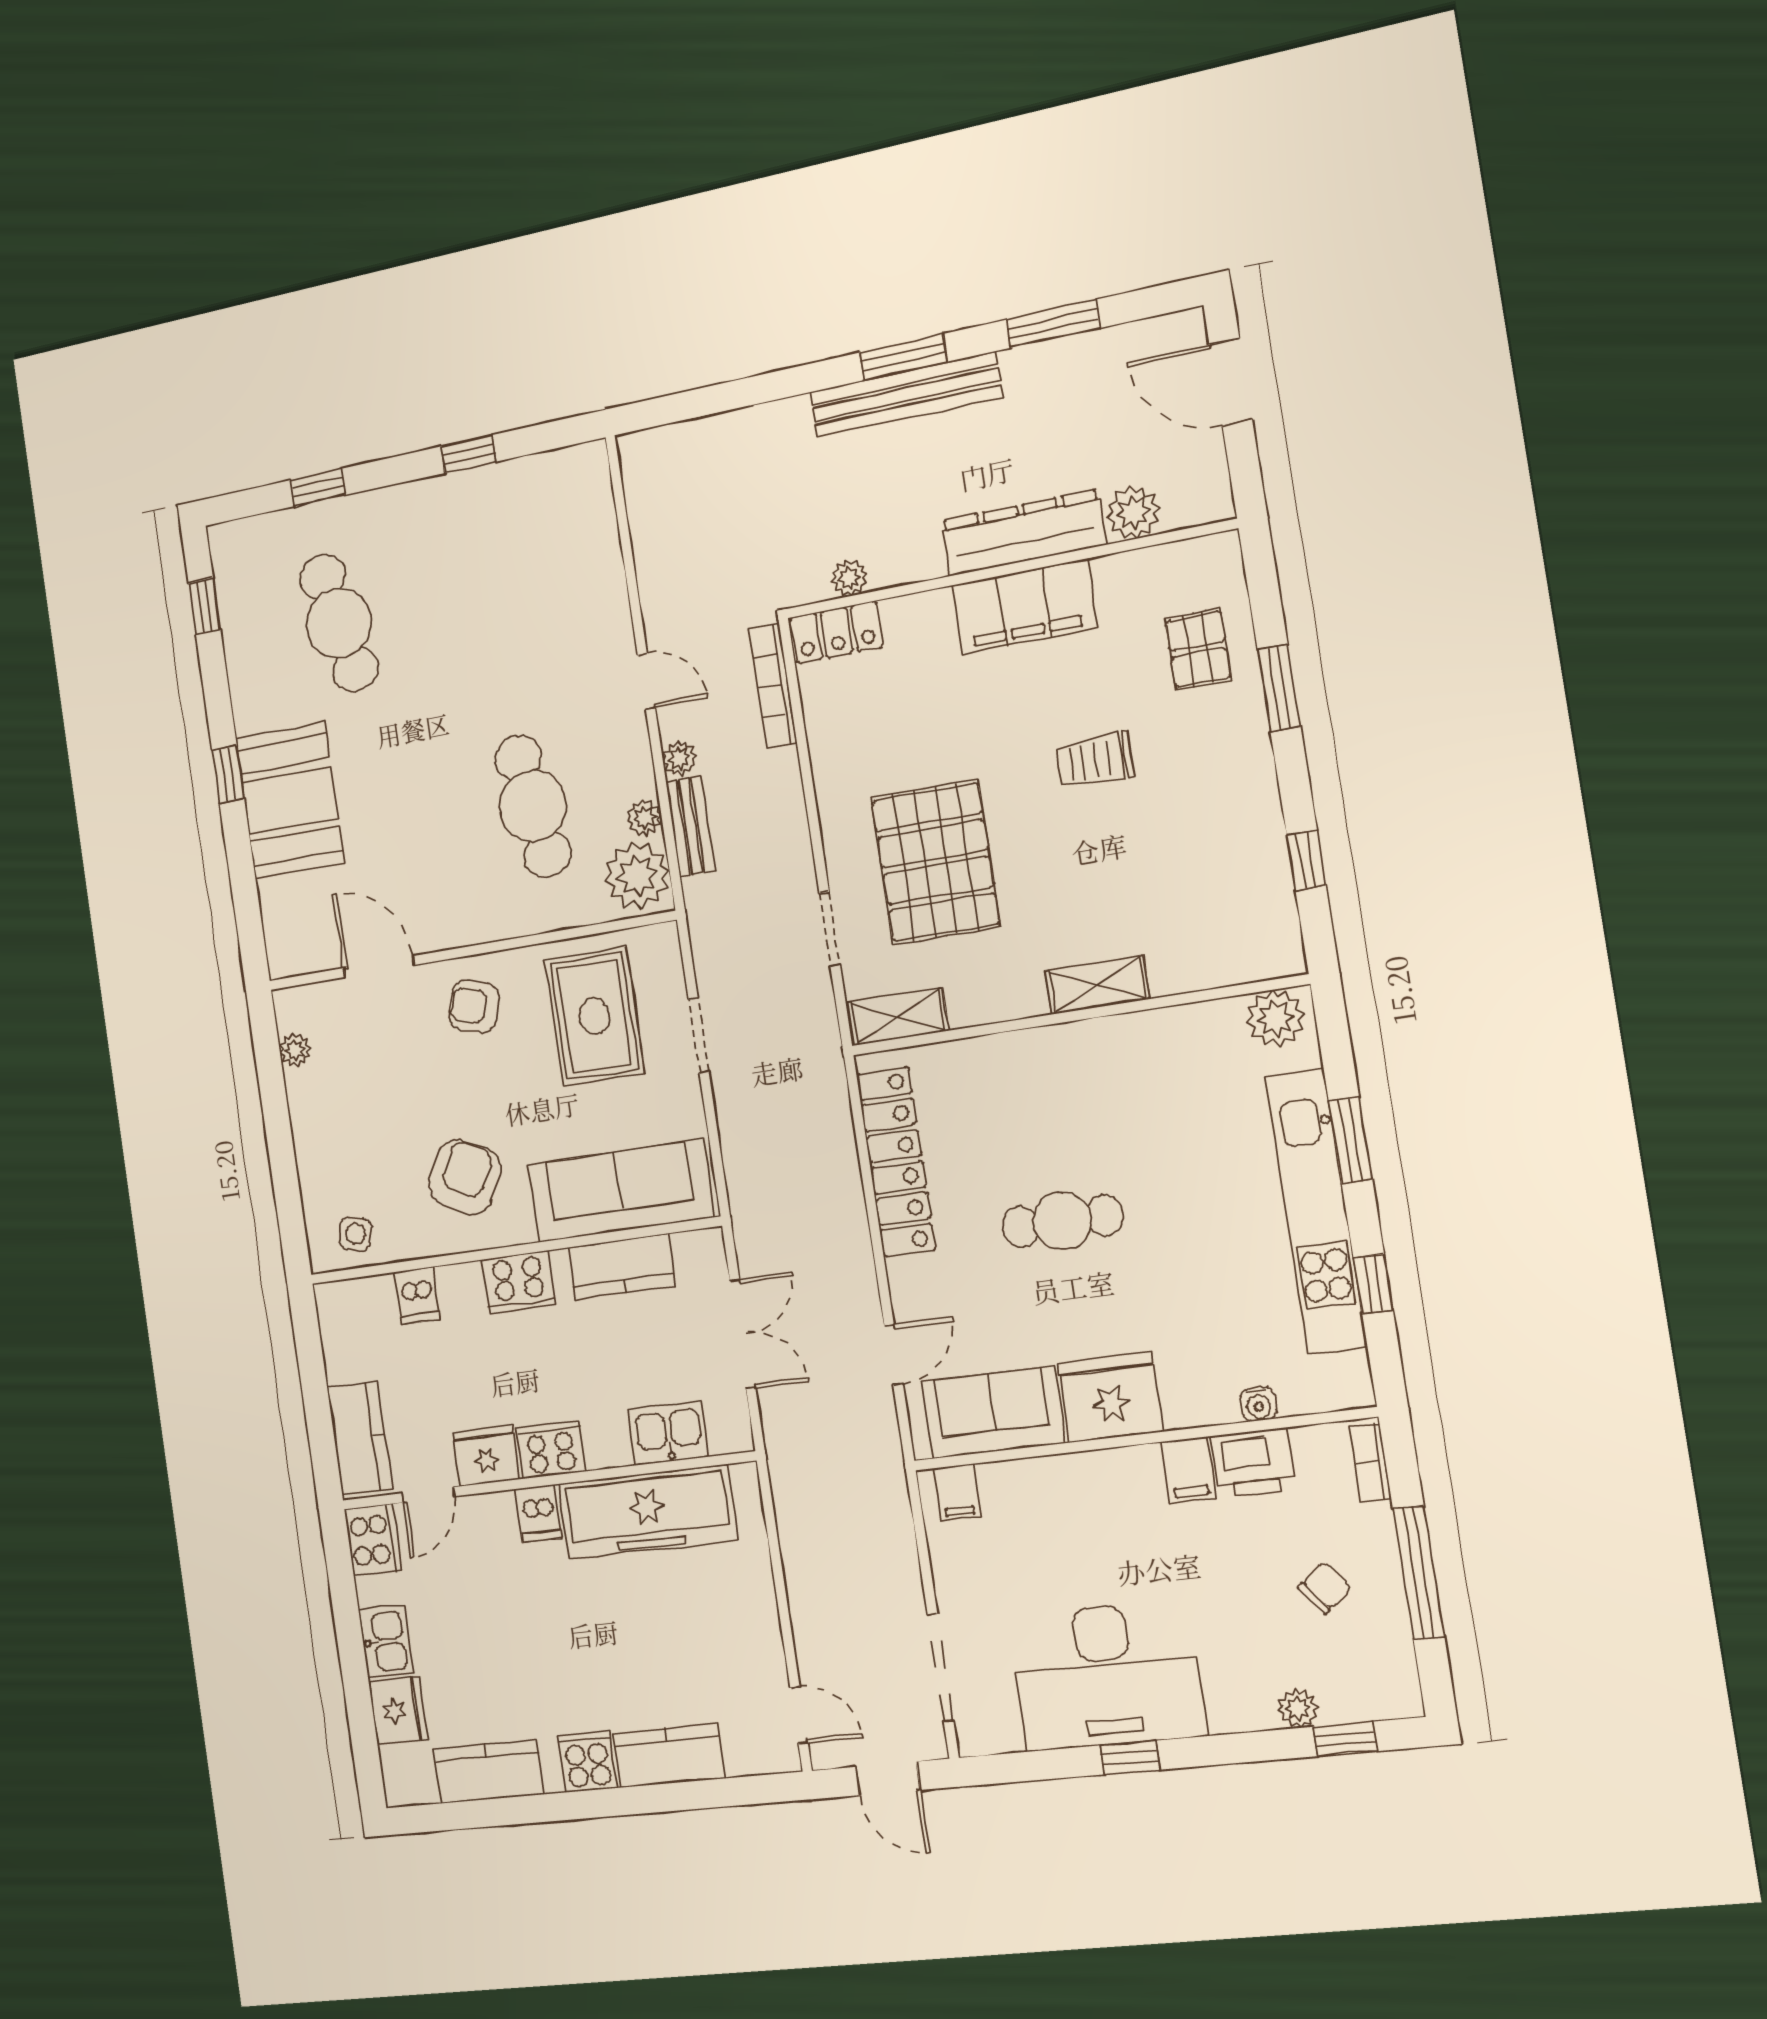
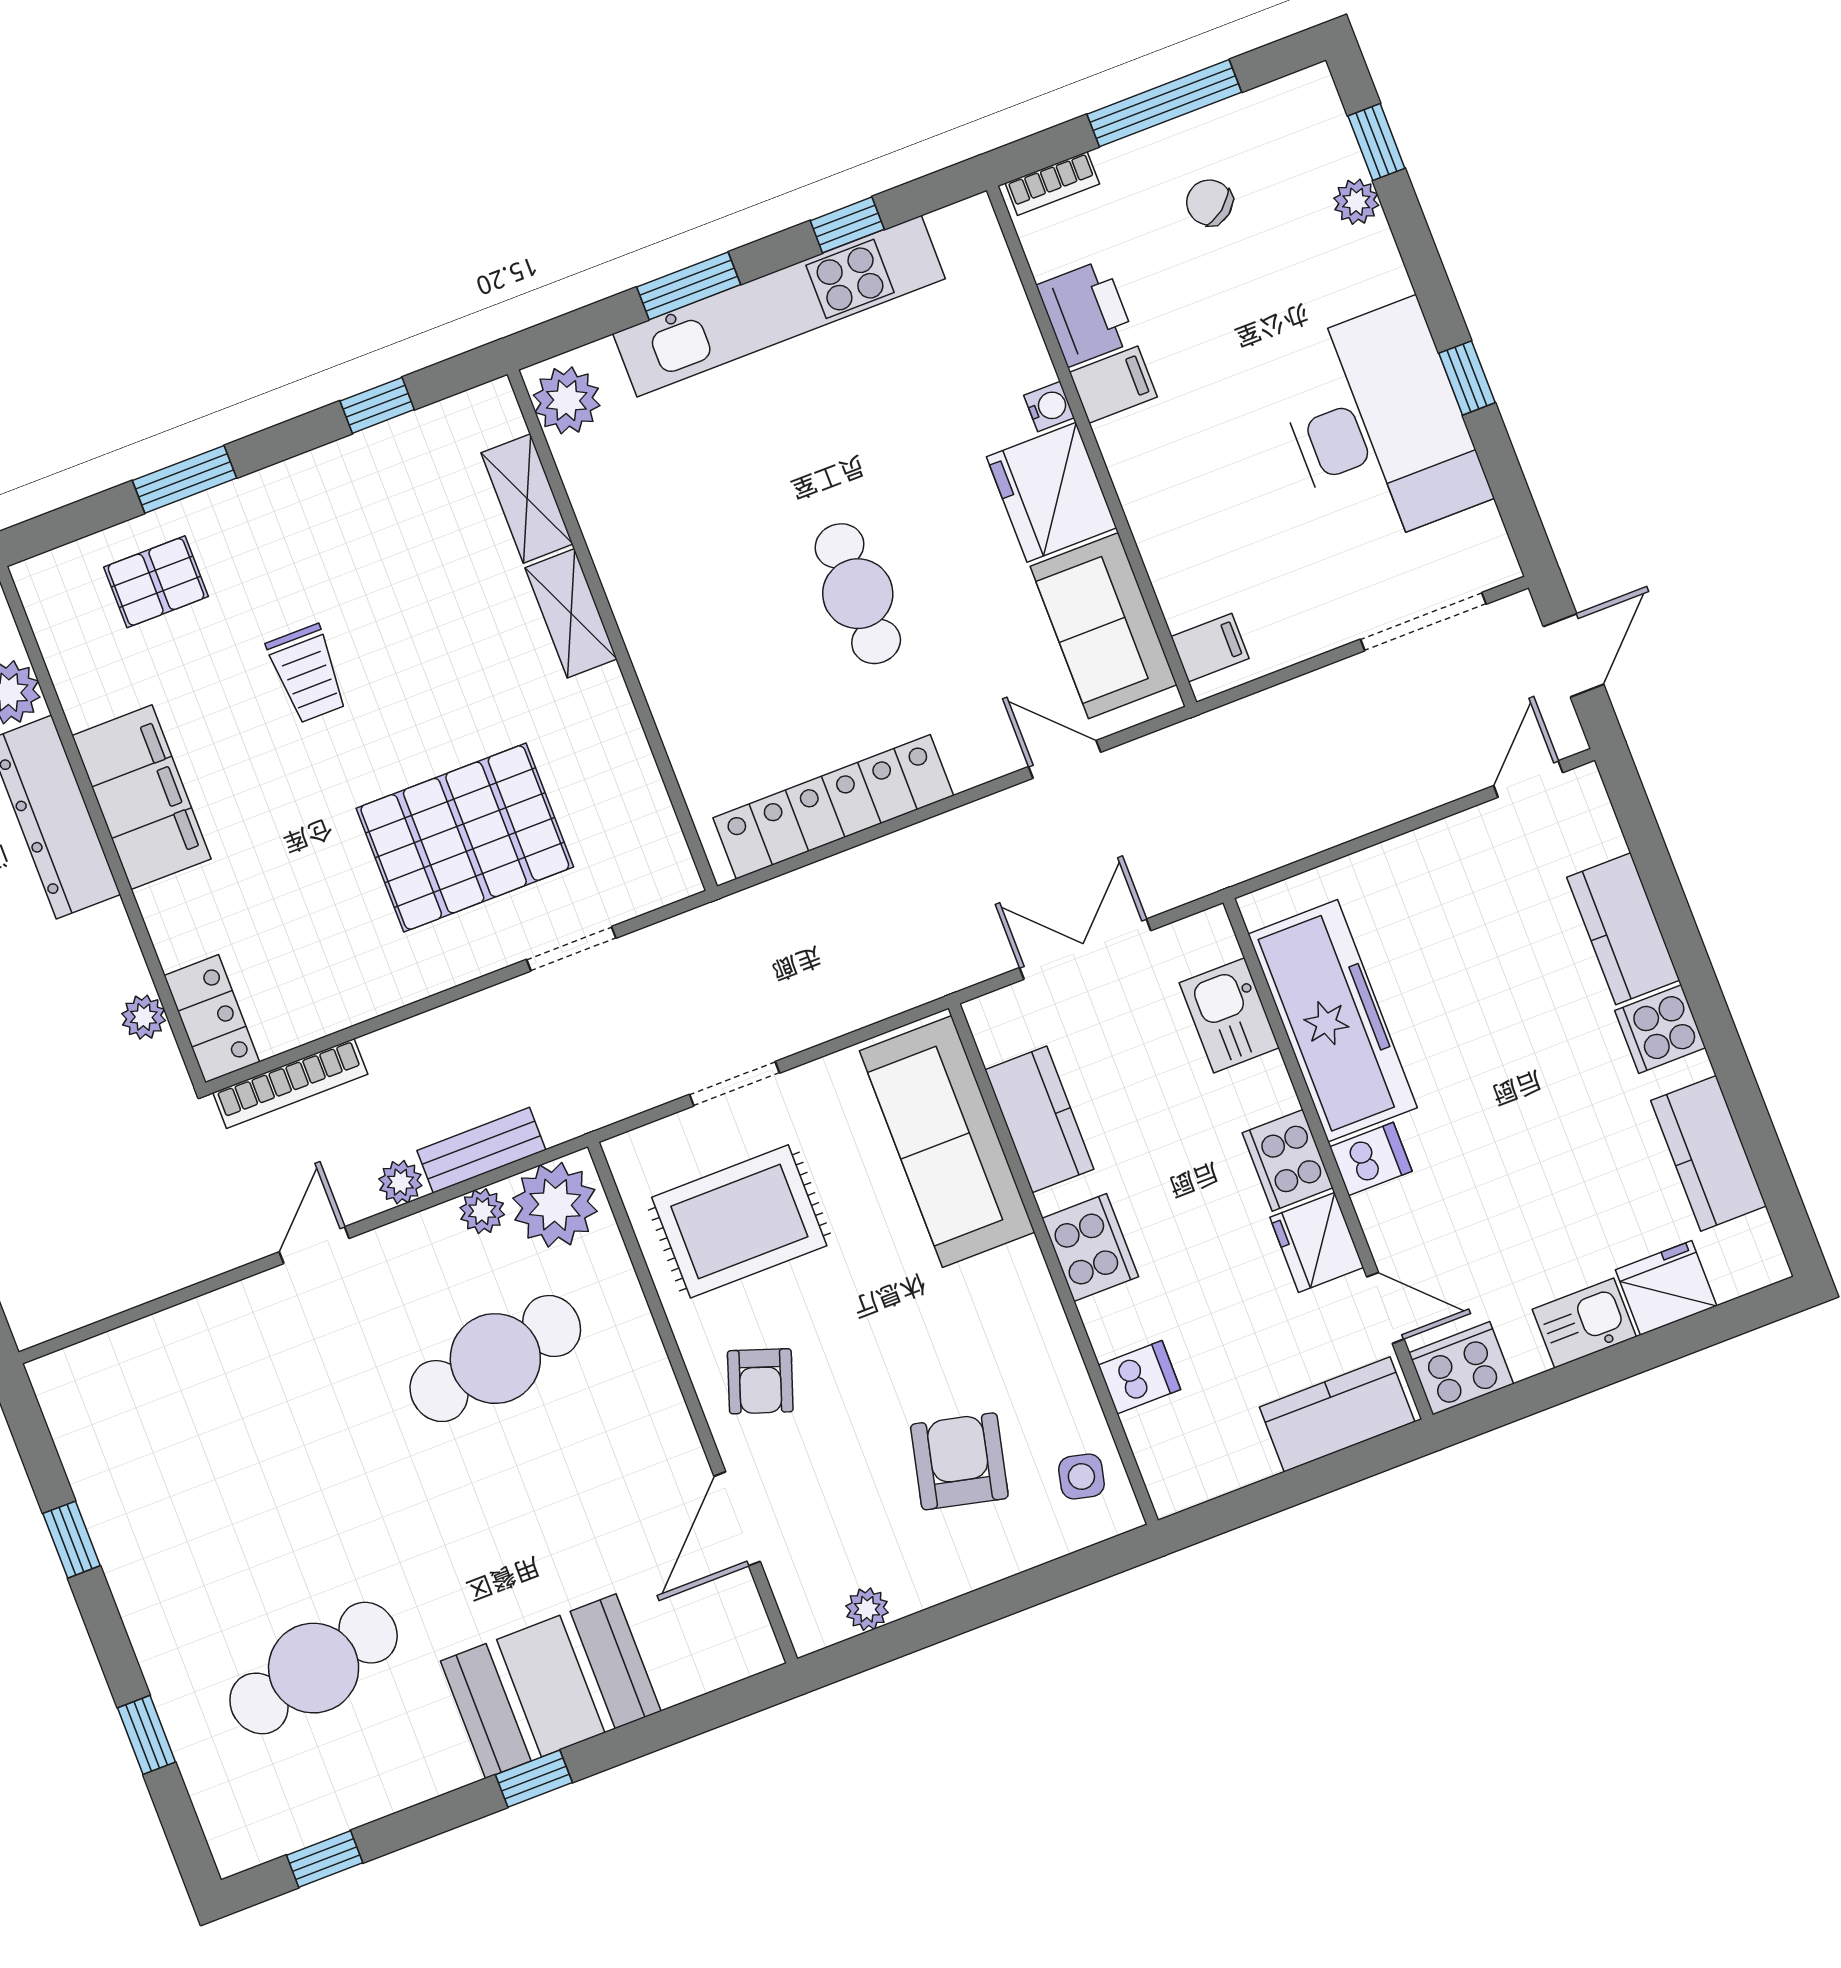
shelving: (898, 1017) -> (527, 498), moved
armchair: (465, 1177) -> (959, 1461), moved, turned 76
water cooler: (1258, 1404) -> (1049, 407), moved

